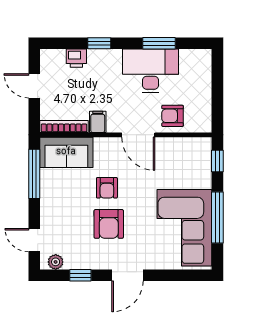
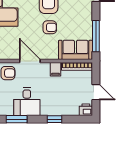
printer: (76, 58) -> (86, 110), moved
desk: (150, 71) -> (27, 102), width x0.73
armchair: (107, 188) -> (50, 27), turned 90

